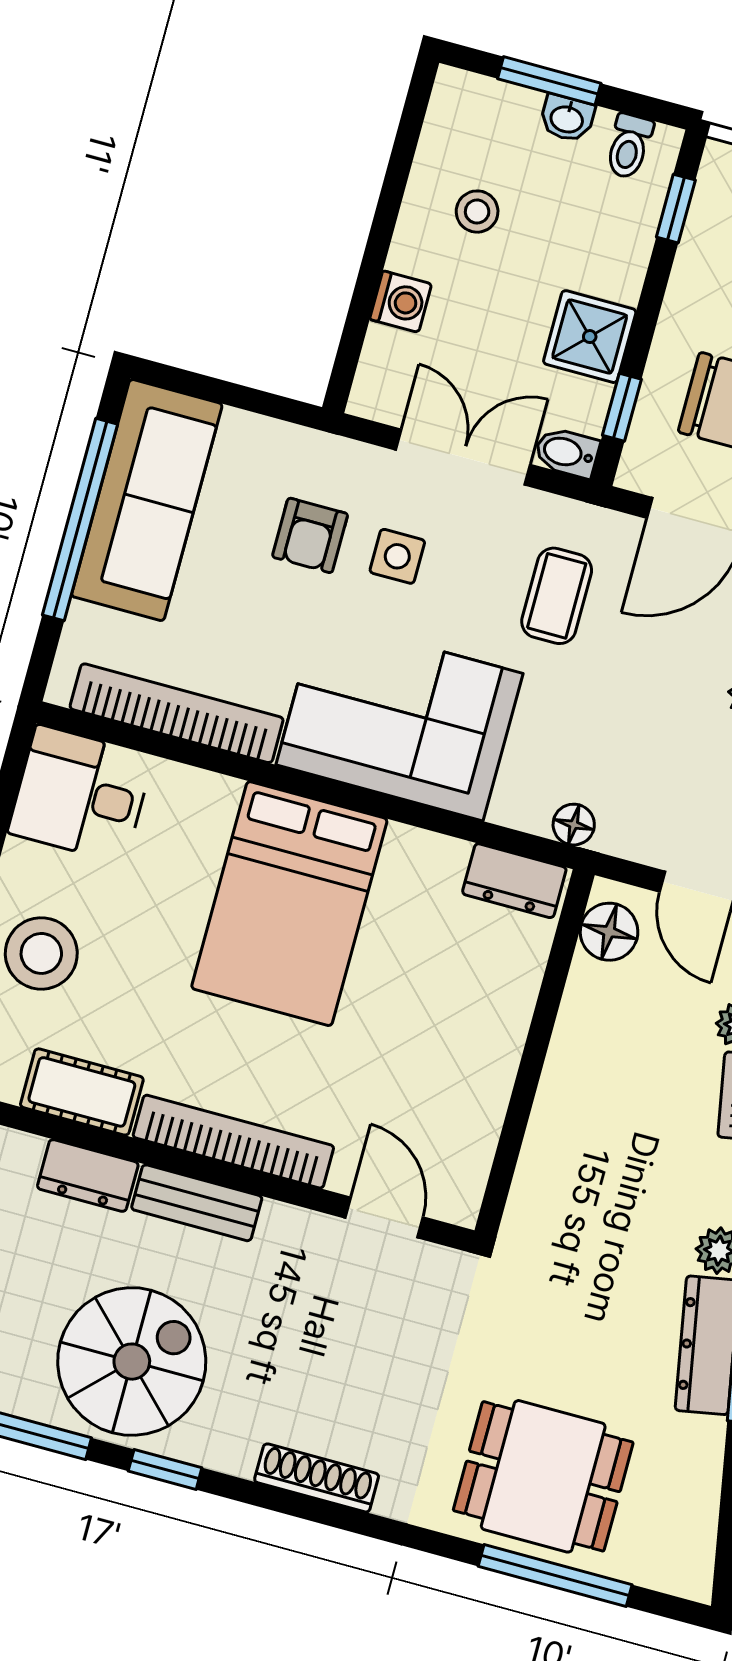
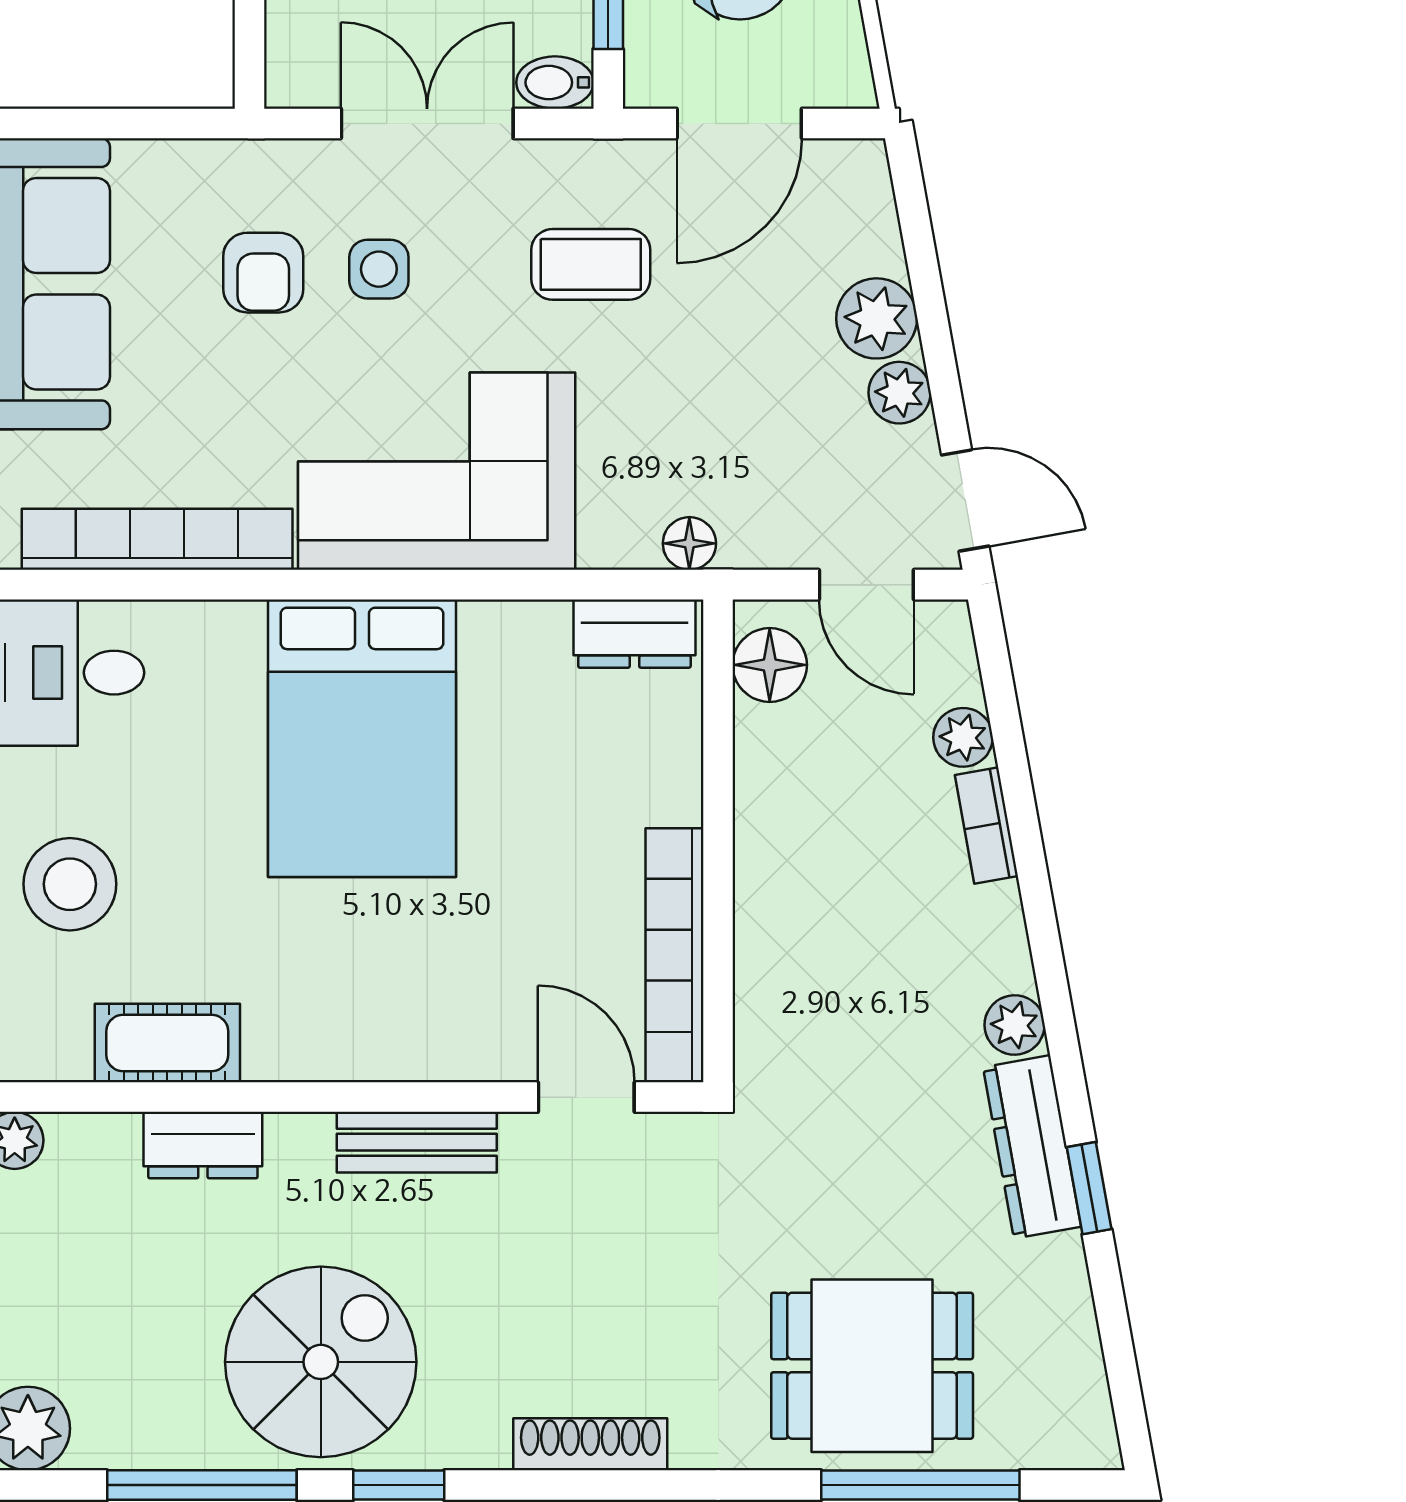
coffee table: (557, 596) -> (591, 264), turned 90
bookcase: (233, 1142) -> (675, 955), moved, turned -90
bench: (197, 1203) -> (417, 1142), moved

